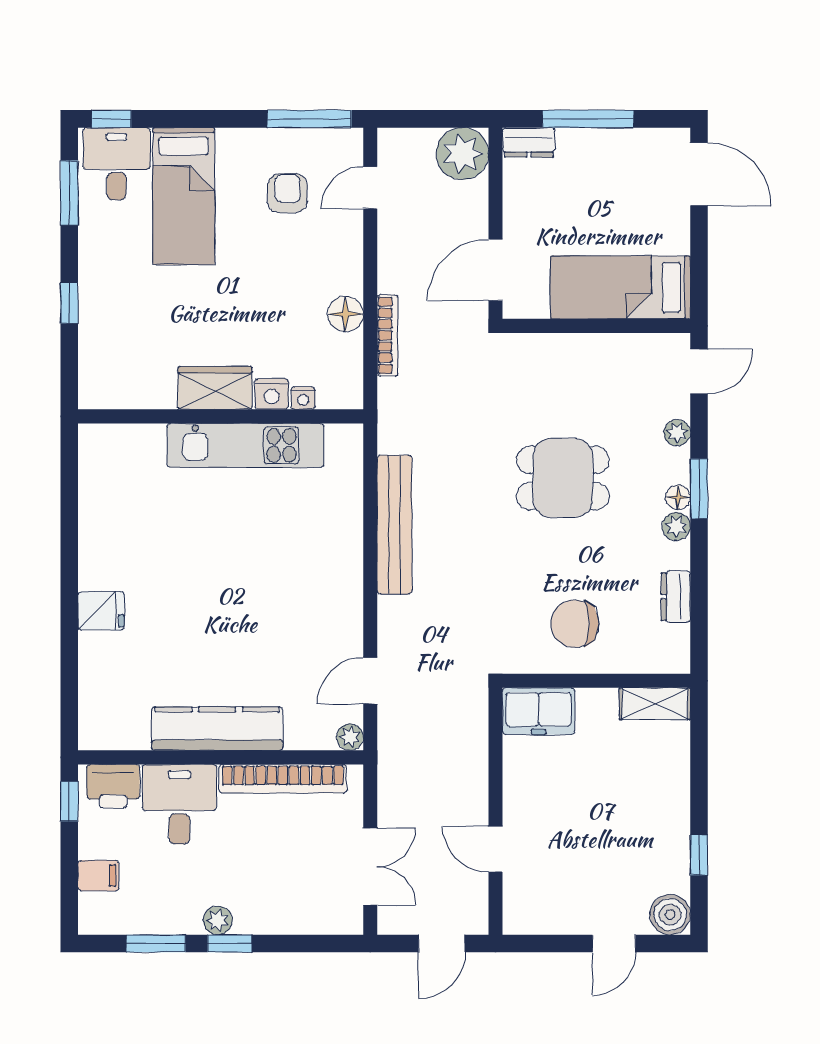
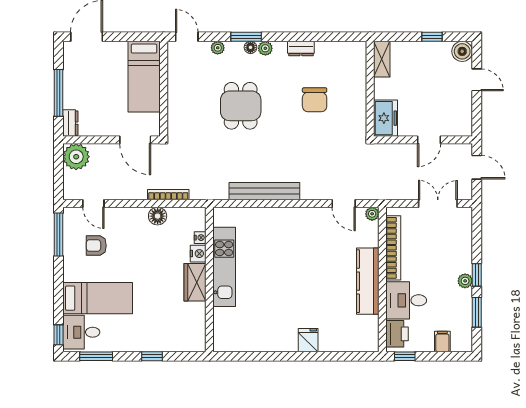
wall: (596, 681) -> (370, 89), moved
shelving: (655, 704) -> (382, 59), moved
freezer: (539, 711) -> (385, 118), moved

